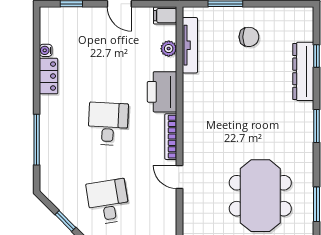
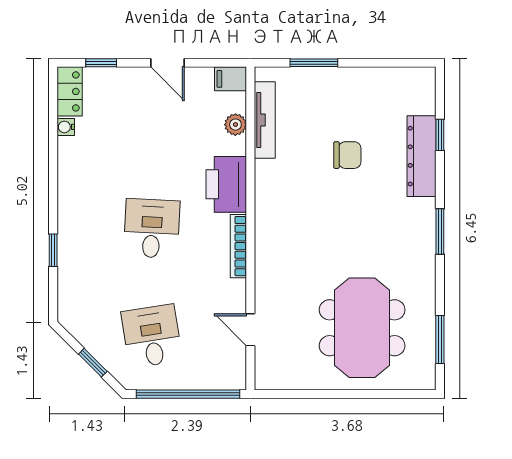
chair: (249, 37) -> (347, 155), moved
locker: (49, 76) -> (70, 91), moved
window: (37, 140) -> (53, 250), width x0.46
door: (179, 177) -> (250, 330), moved

